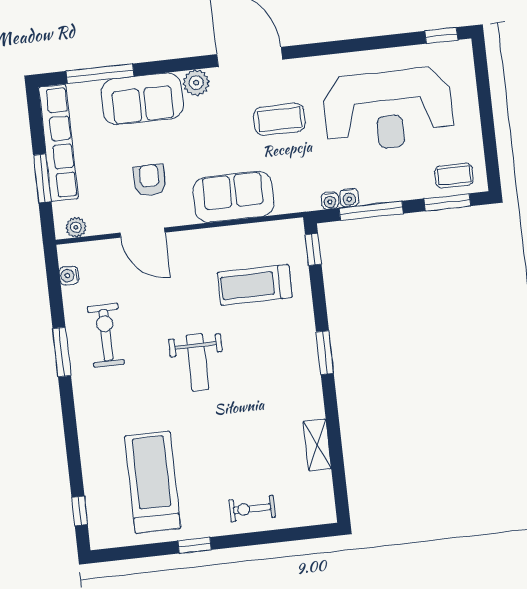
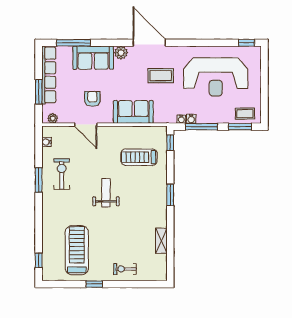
weight bench: (197, 362) -> (106, 193), turned 180

